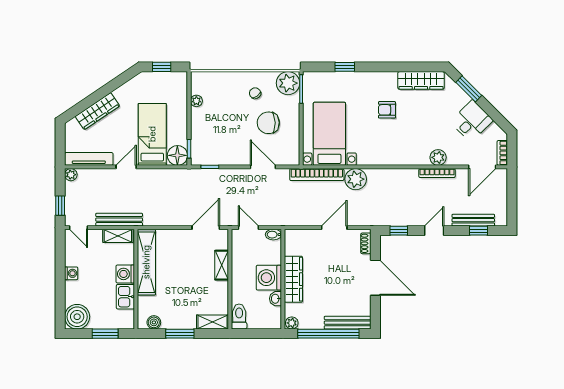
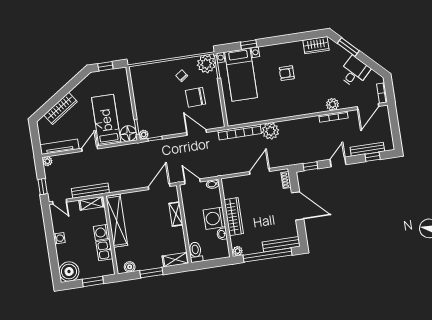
wardrobe: (421, 80) -> (316, 45), width x0.67
plant: (196, 101) -> (144, 135), moved
bed with nightstands: (329, 134) -> (241, 75), moved, turned 180

